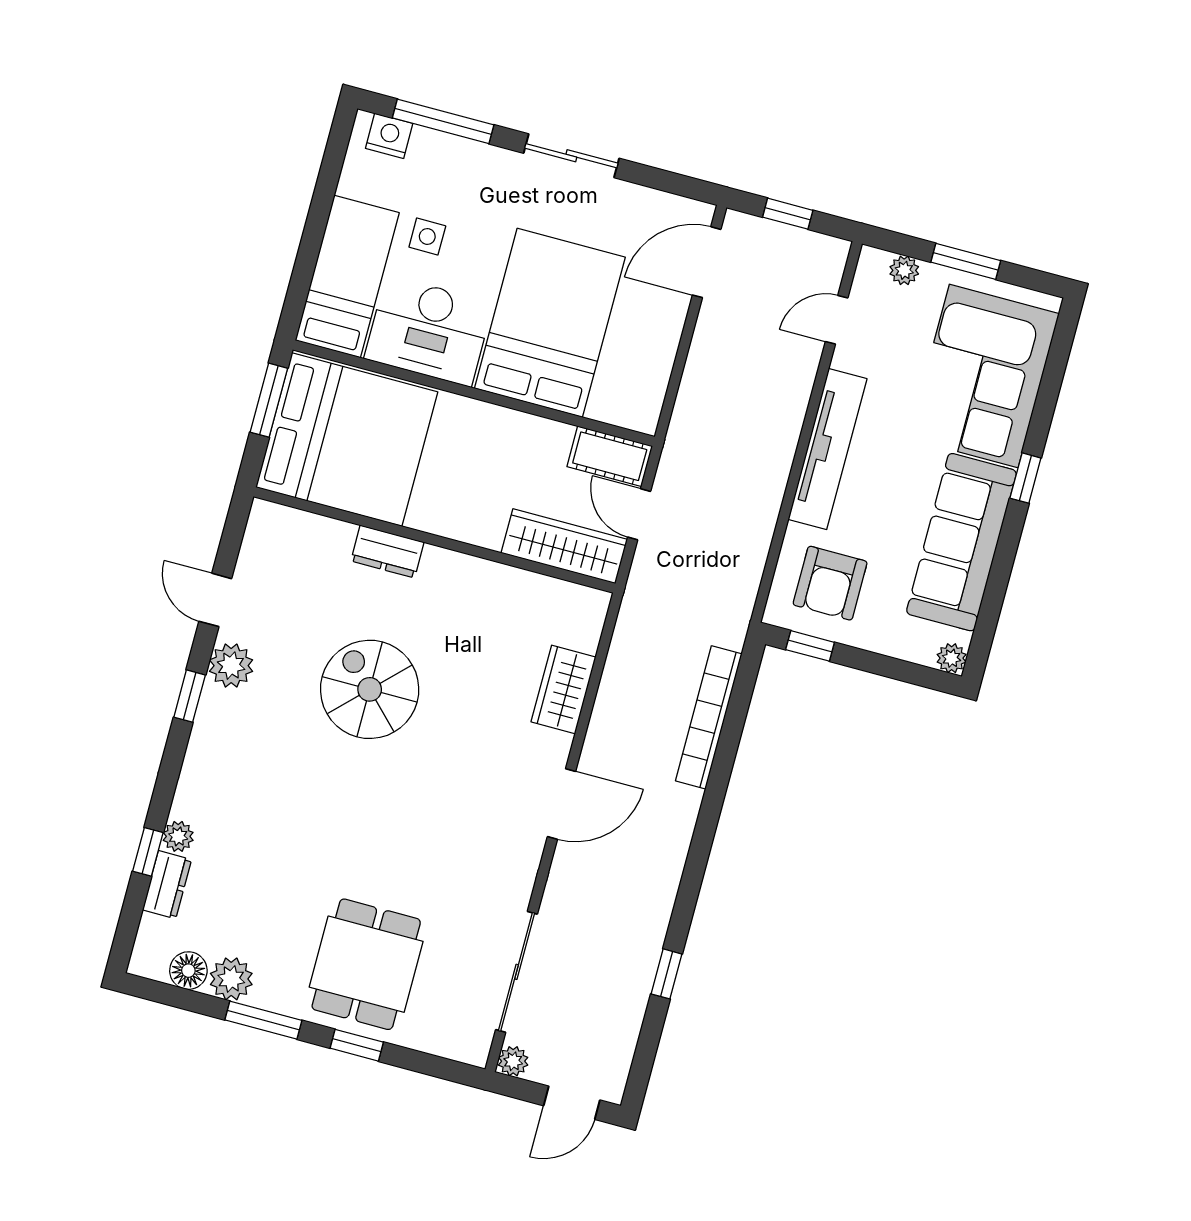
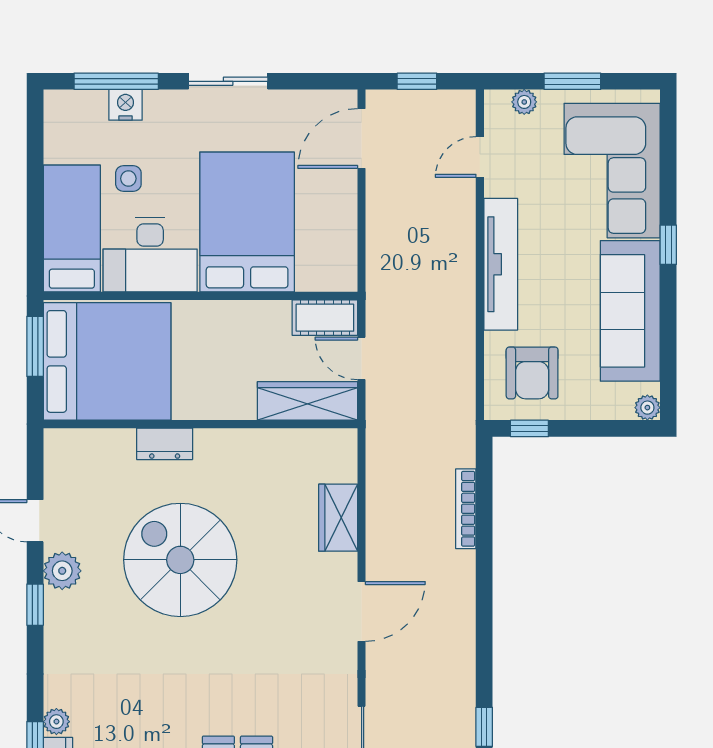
nightstand: (389, 136) -> (125, 105), moved
spiral stairs: (370, 689) -> (180, 560), width x1.37, depth x1.37
bookcase: (709, 717) -> (466, 509), width x0.68, depth x0.76

